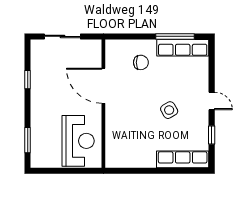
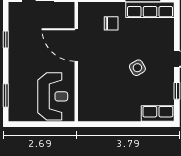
row of seats: (183, 159) -> (158, 114), width x0.68

